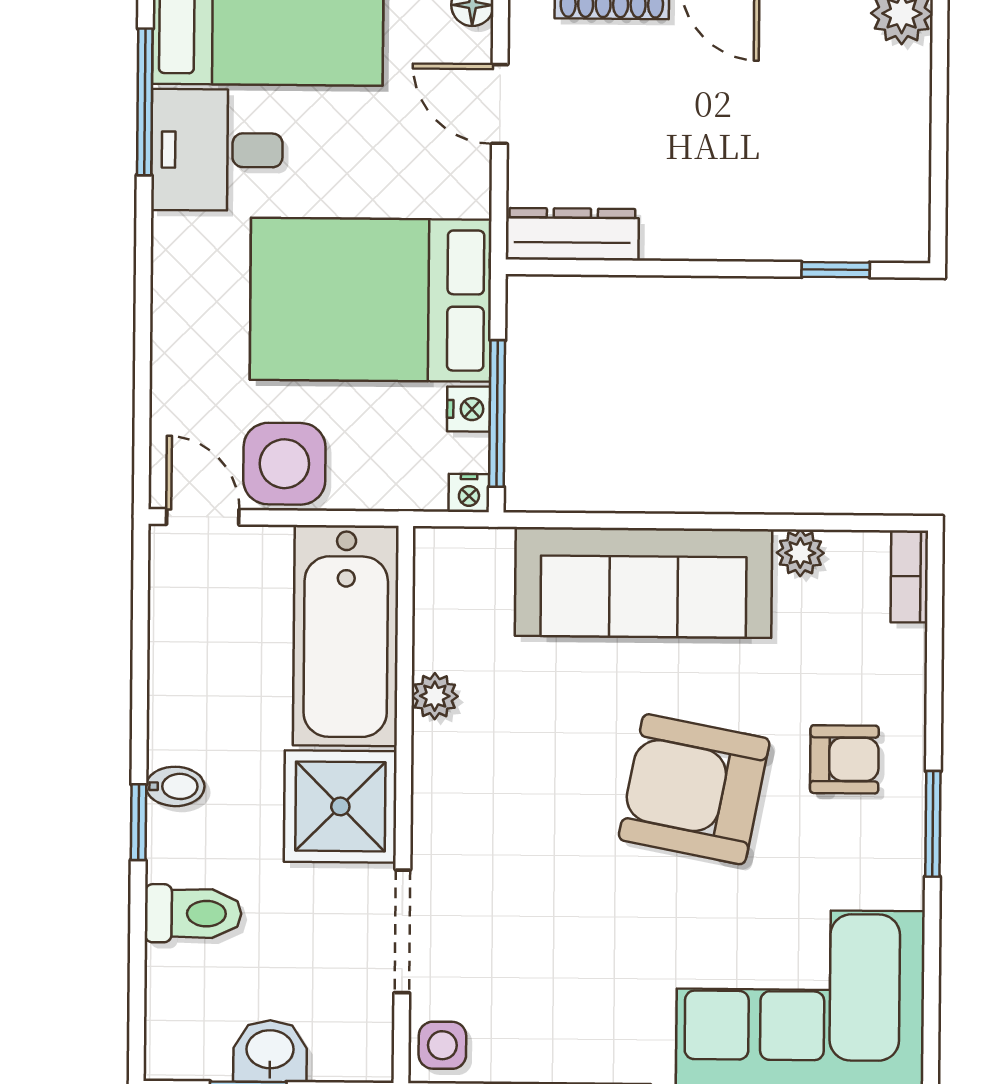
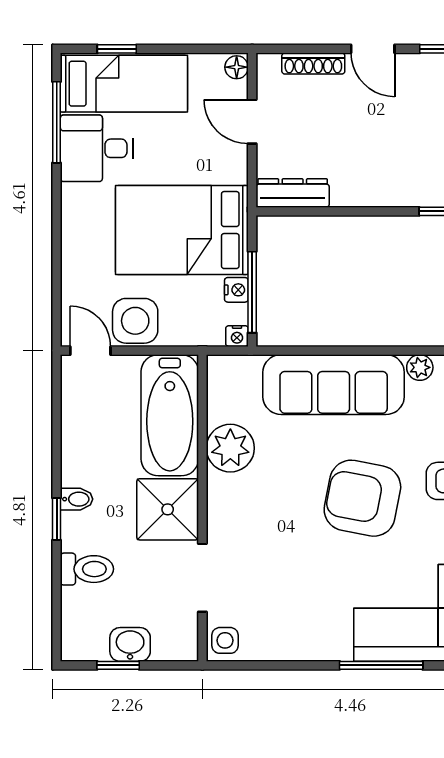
plant: (435, 696) -> (230, 448), width x1.87, depth x1.87

